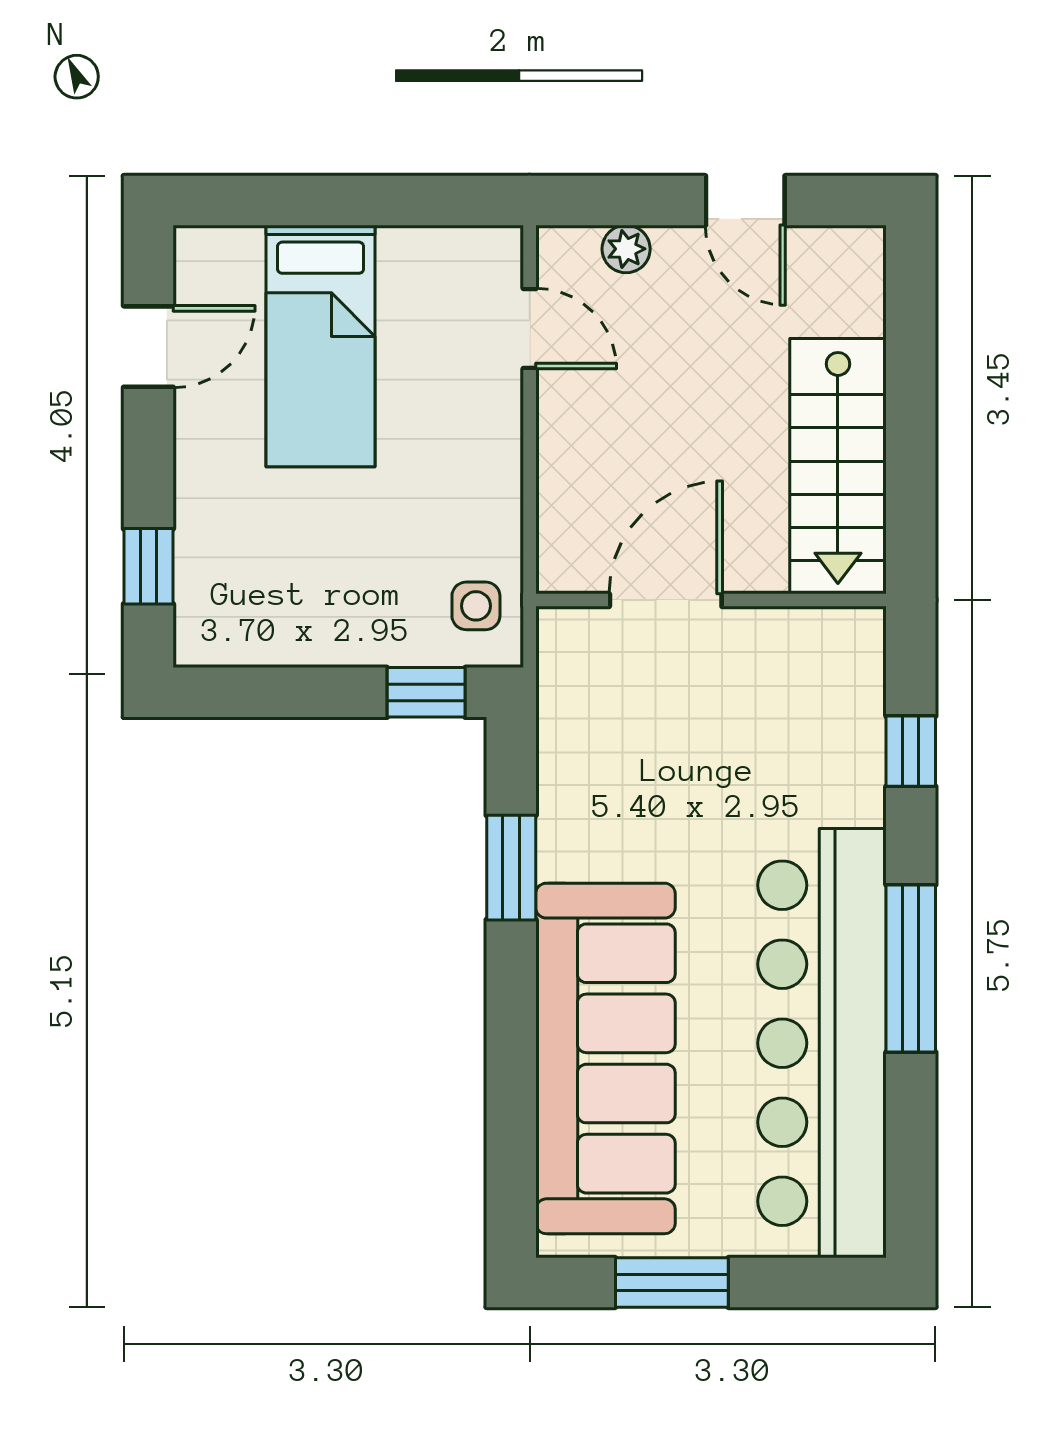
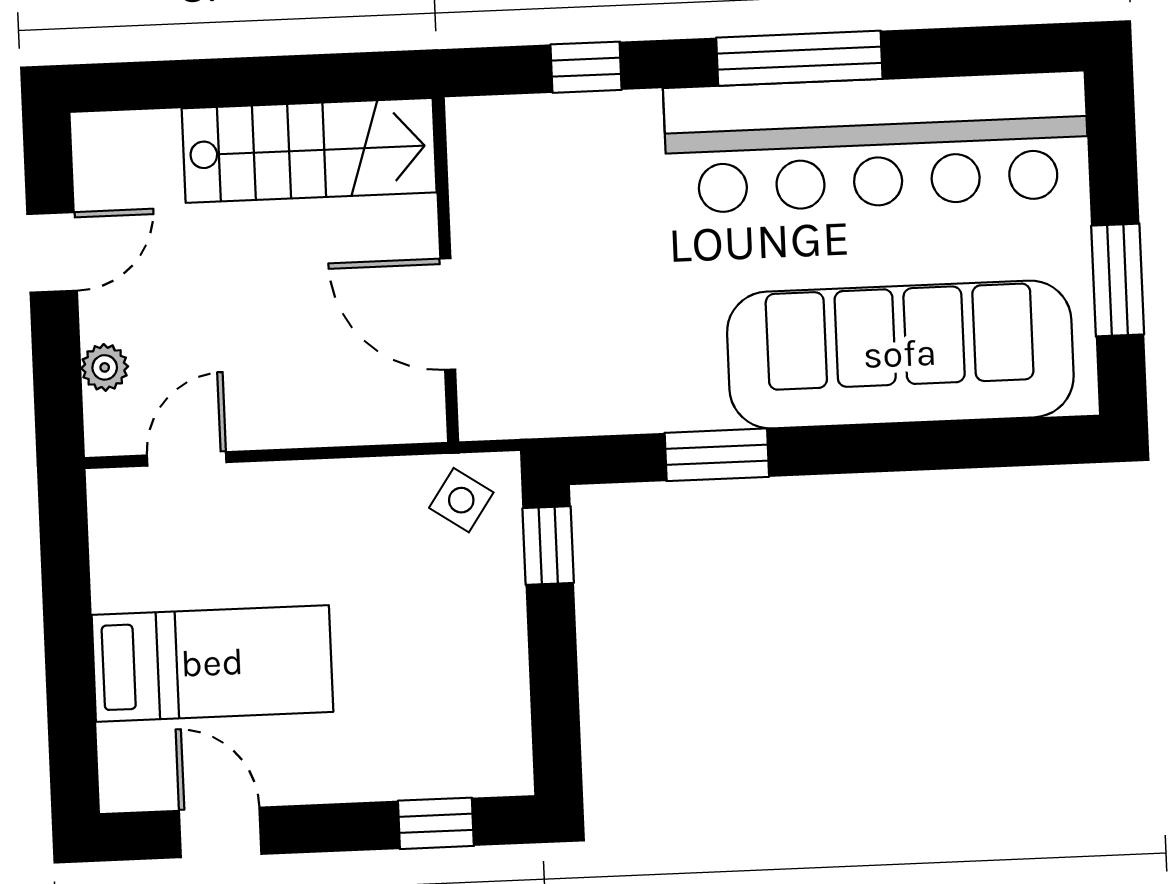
side table: (476, 606) -> (461, 500), turned 34

